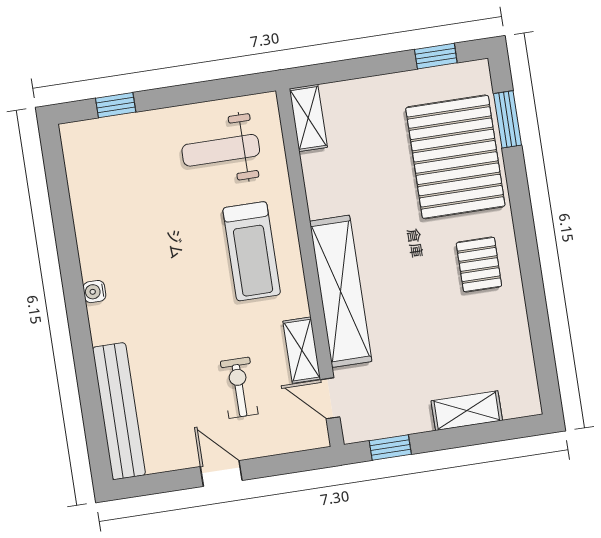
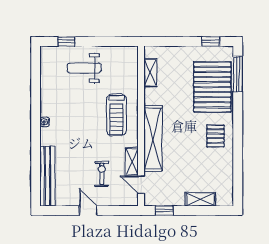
shelving: (308, 118) -> (150, 73), moved
window: (507, 119) -> (238, 74), width x1.44
weight bench: (221, 150) -> (84, 68), moved

